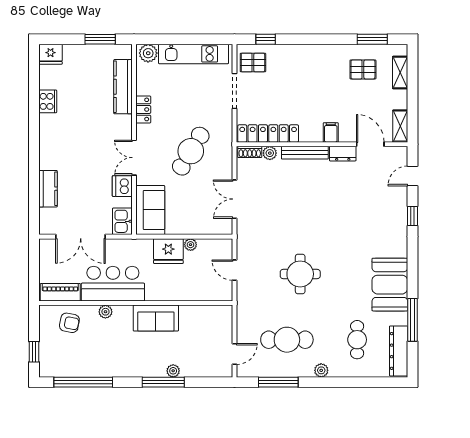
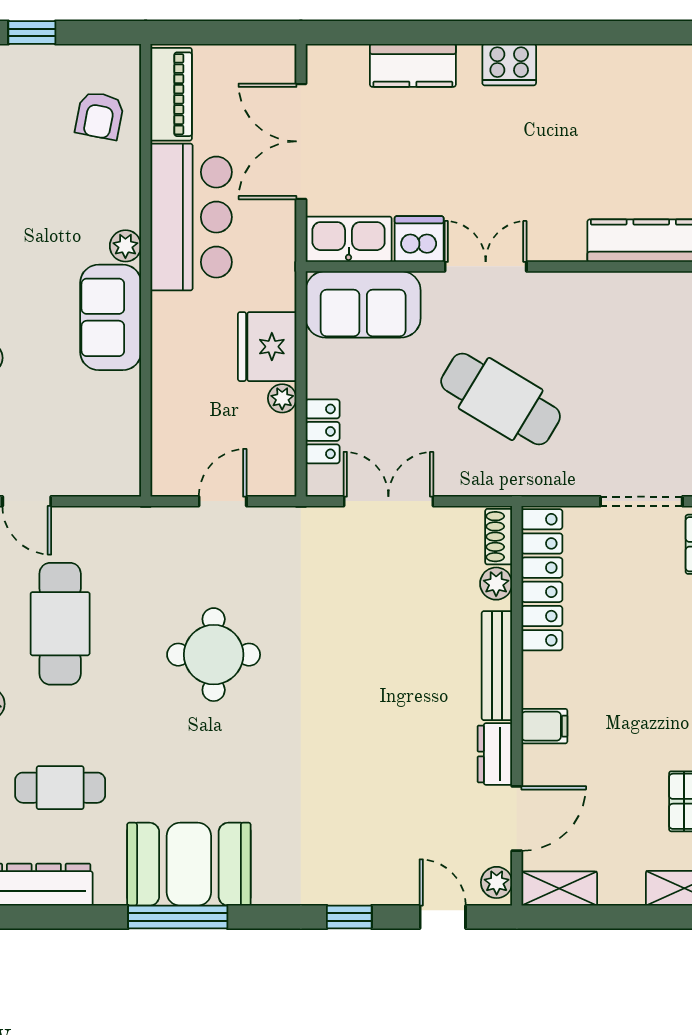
cooker: (48, 101) -> (509, 65), moved
locker: (143, 109) -> (323, 431), moved, turned -90
plant: (398, 153) -> (497, 882), added
kitchen sink: (122, 221) -> (349, 239), width x1.38
plant: (105, 312) -> (125, 246), moved
window: (412, 320) -> (178, 917), moved

